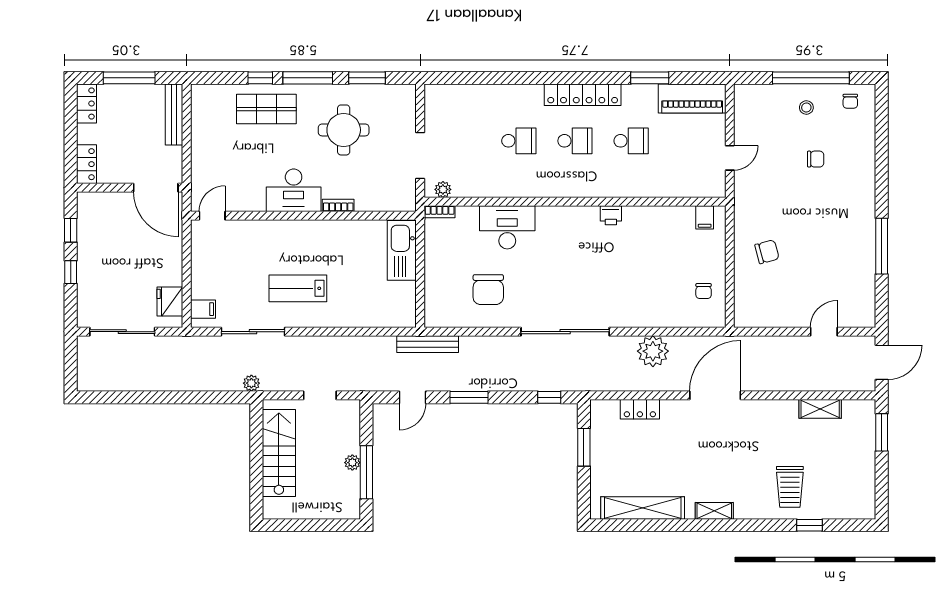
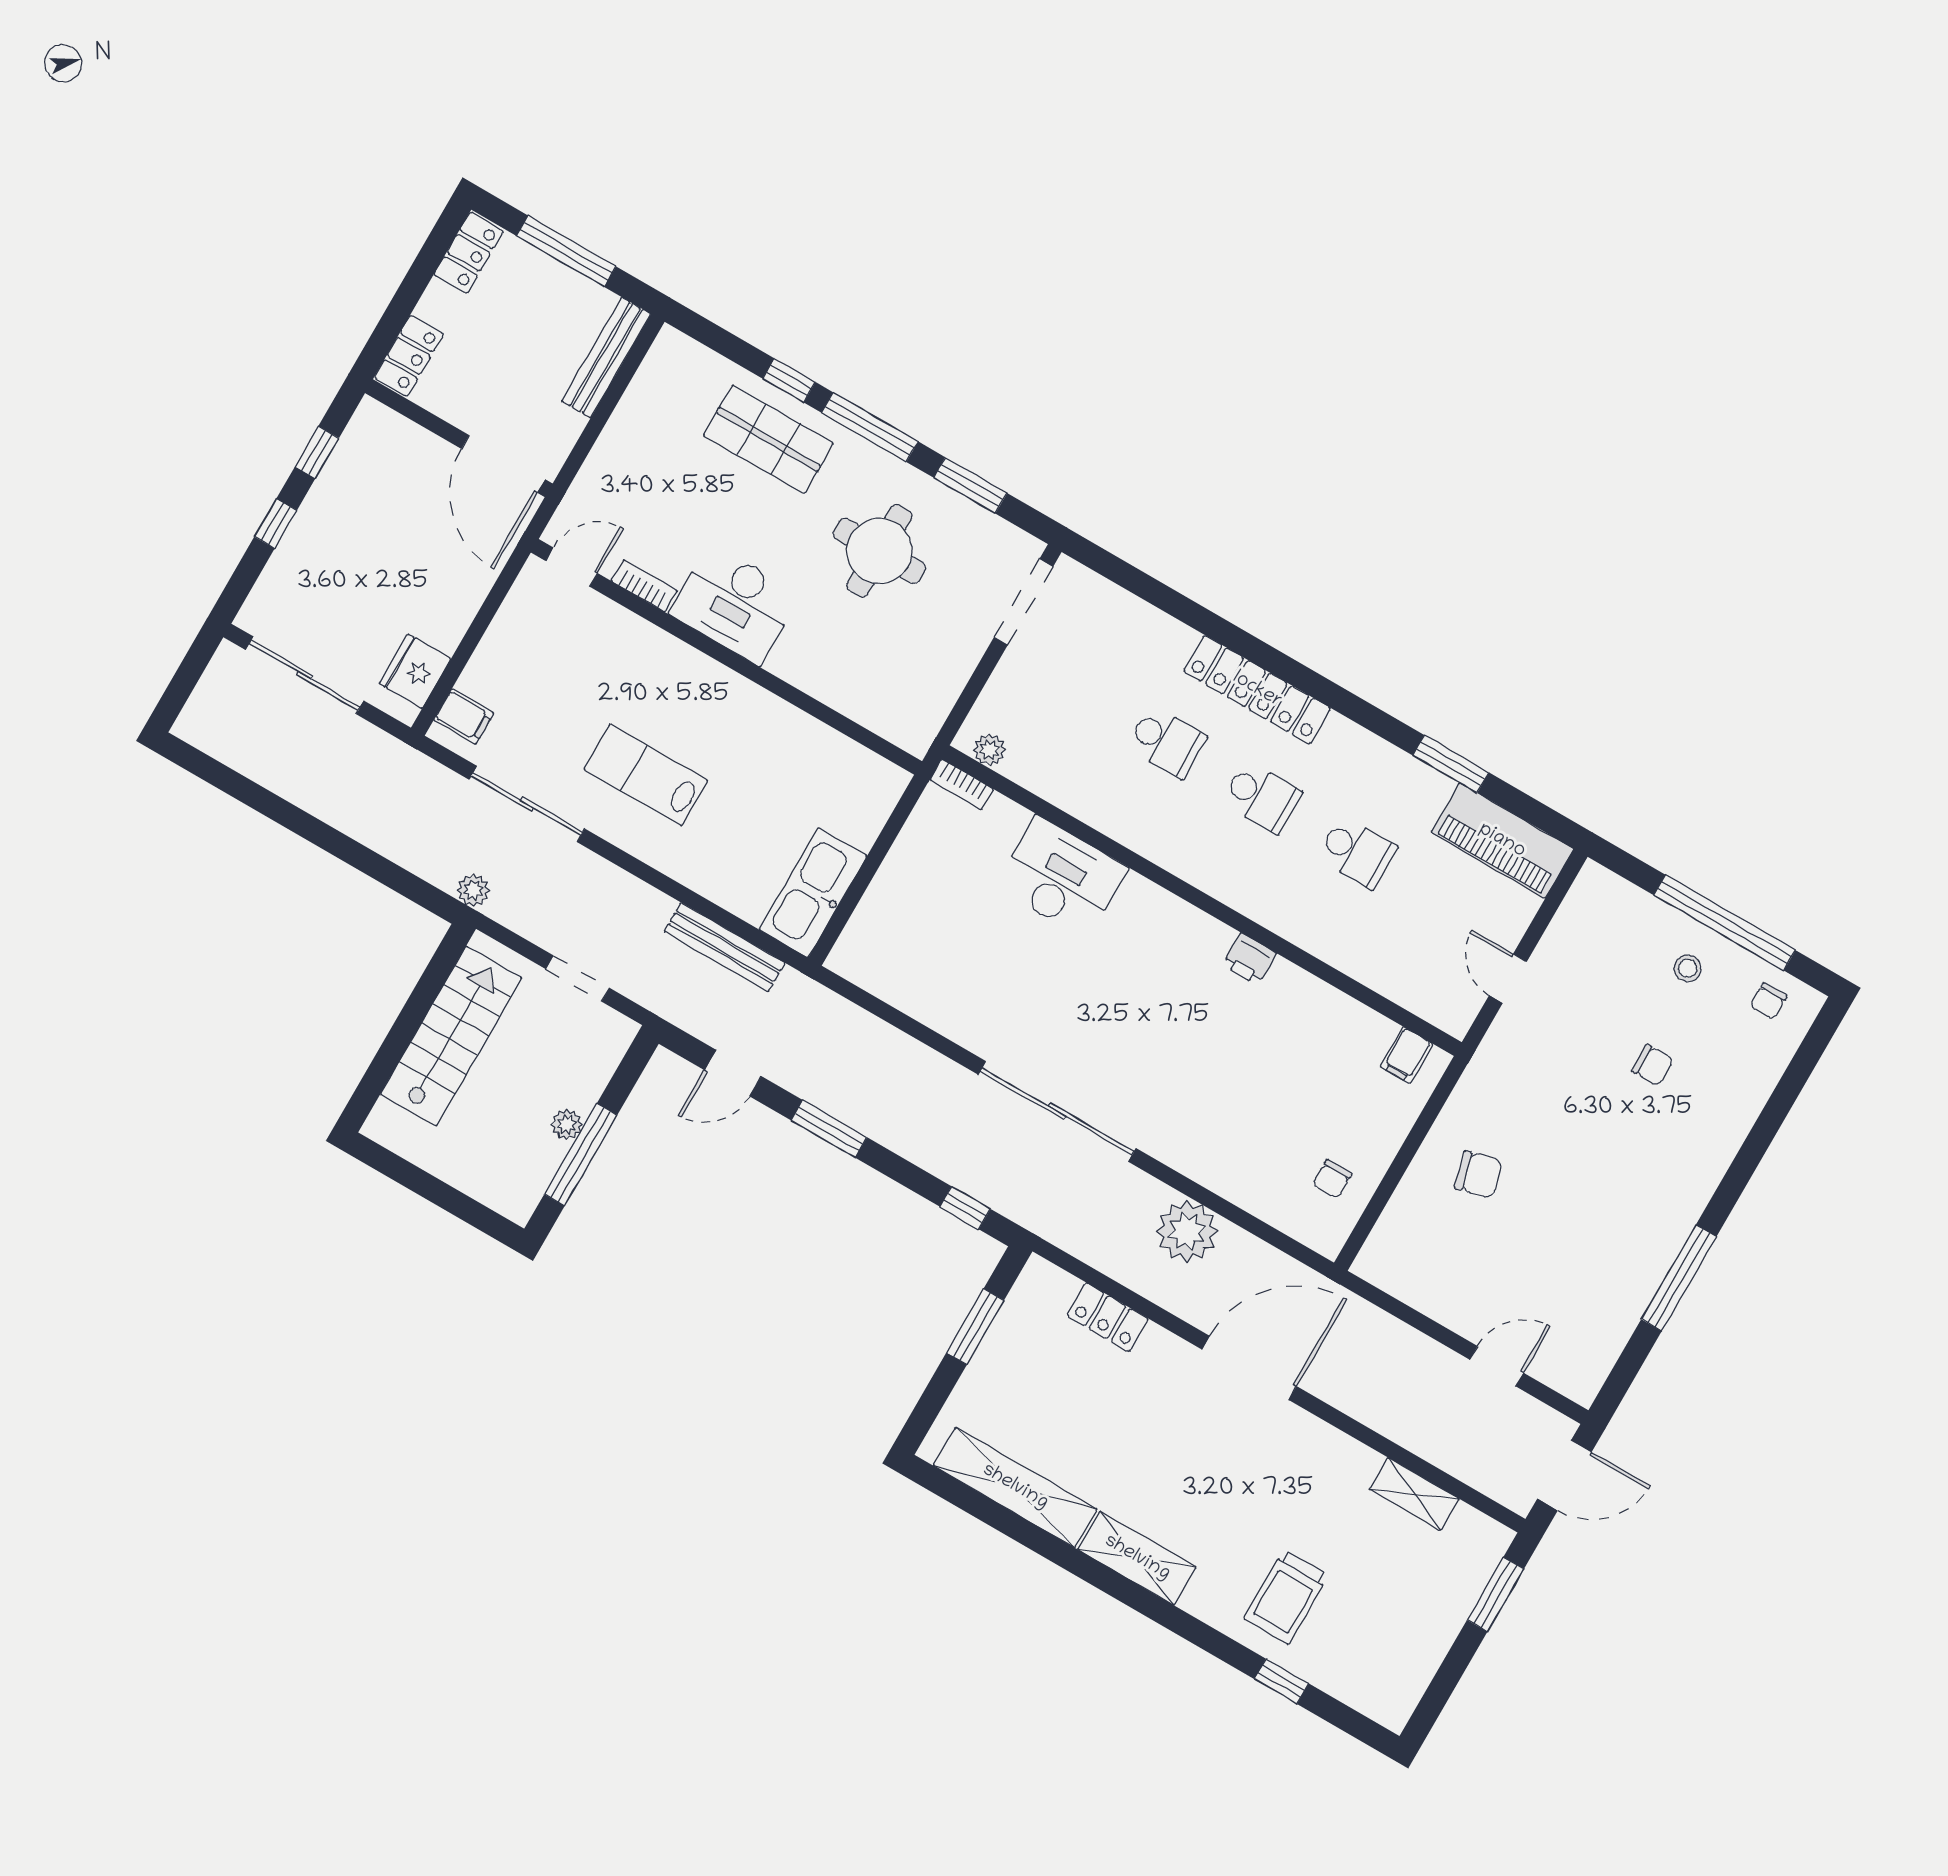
locker: (583, 95) -> (1257, 690), moved
doorway: (420, 156) -> (1024, 602), moved
door: (730, 158) -> (1508, 979), swing flipped
bookcase: (338, 205) -> (644, 586), moved
kitchen sink: (402, 250) -> (813, 893), moved
chair: (488, 290) -> (968, 964), removed
bench: (428, 344) -> (725, 947), moved
shelving: (714, 511) -> (1137, 1558), width x1.50, depth x1.33

